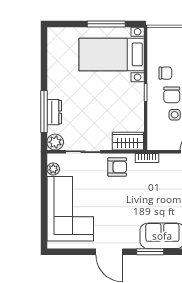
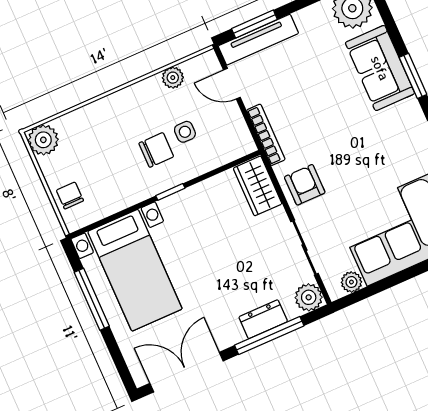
double door: (44, 58) -> (187, 372), added
chair: (165, 73) -> (70, 195), moved
bookcase: (147, 158) -> (266, 135), width x1.56

